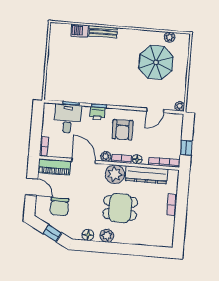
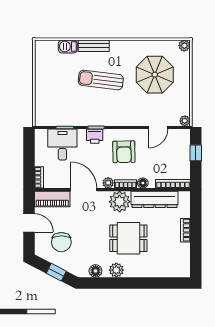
plant: (170, 37) -> (184, 46), moved
sun lounger: (107, 63) -> (101, 80), added
window: (186, 148) -> (196, 153), moved

